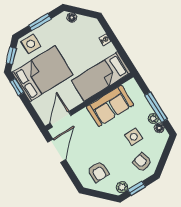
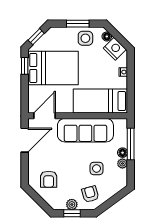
nightstand: (85, 24) -> (115, 49), added
side table: (31, 44) -> (85, 38), moved
sofa: (110, 106) -> (85, 130), width x1.36
window: (156, 107) -> (131, 144), moved
floor lamp: (159, 128) -> (123, 153), moved
plant: (122, 187) -> (72, 204), moved

